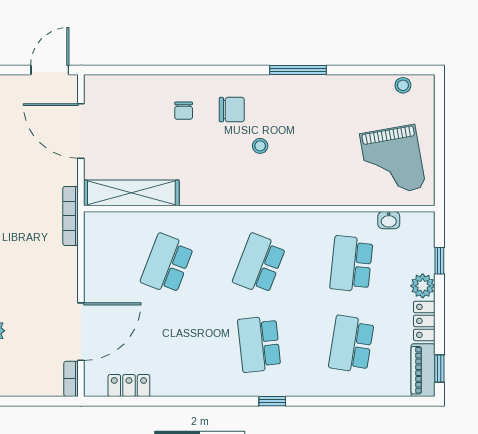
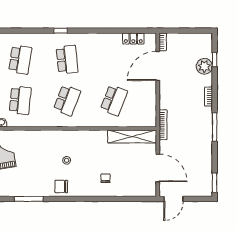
window: (298, 70) -> (29, 199), moved
chair: (232, 110) -> (61, 186), moved

